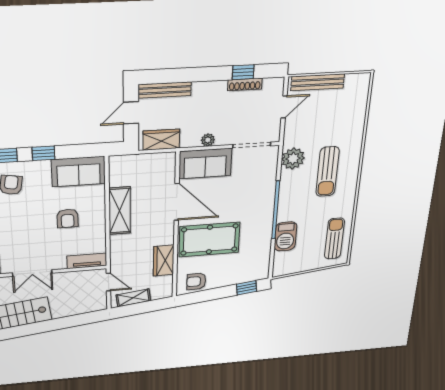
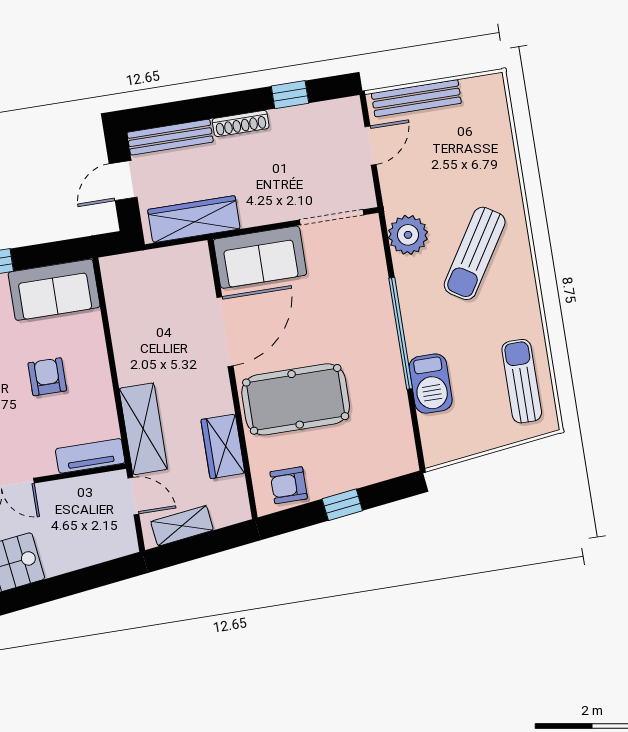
shoe rack: (245, 84) -> (241, 123), moved
wardrobe: (161, 140) -> (194, 219), width x1.50
plant: (208, 140) -> (256, 215), removed
sun lounger: (327, 172) -> (475, 253), turned 32
door: (177, 202) -> (225, 332), hinge flipped
shelving: (120, 211) -> (143, 429), moved
armchair: (68, 218) -> (47, 377), turned 180
window: (247, 288) -> (342, 505), moved

